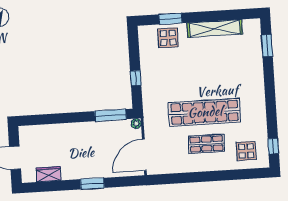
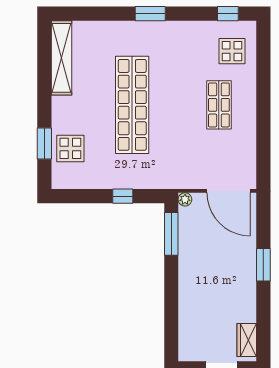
shelving: (215, 28) -> (62, 58), moved
window: (267, 46) -> (150, 14), moved
shop shelf: (205, 112) -> (132, 105), moved
wardrobe: (49, 174) -> (247, 340), moved

